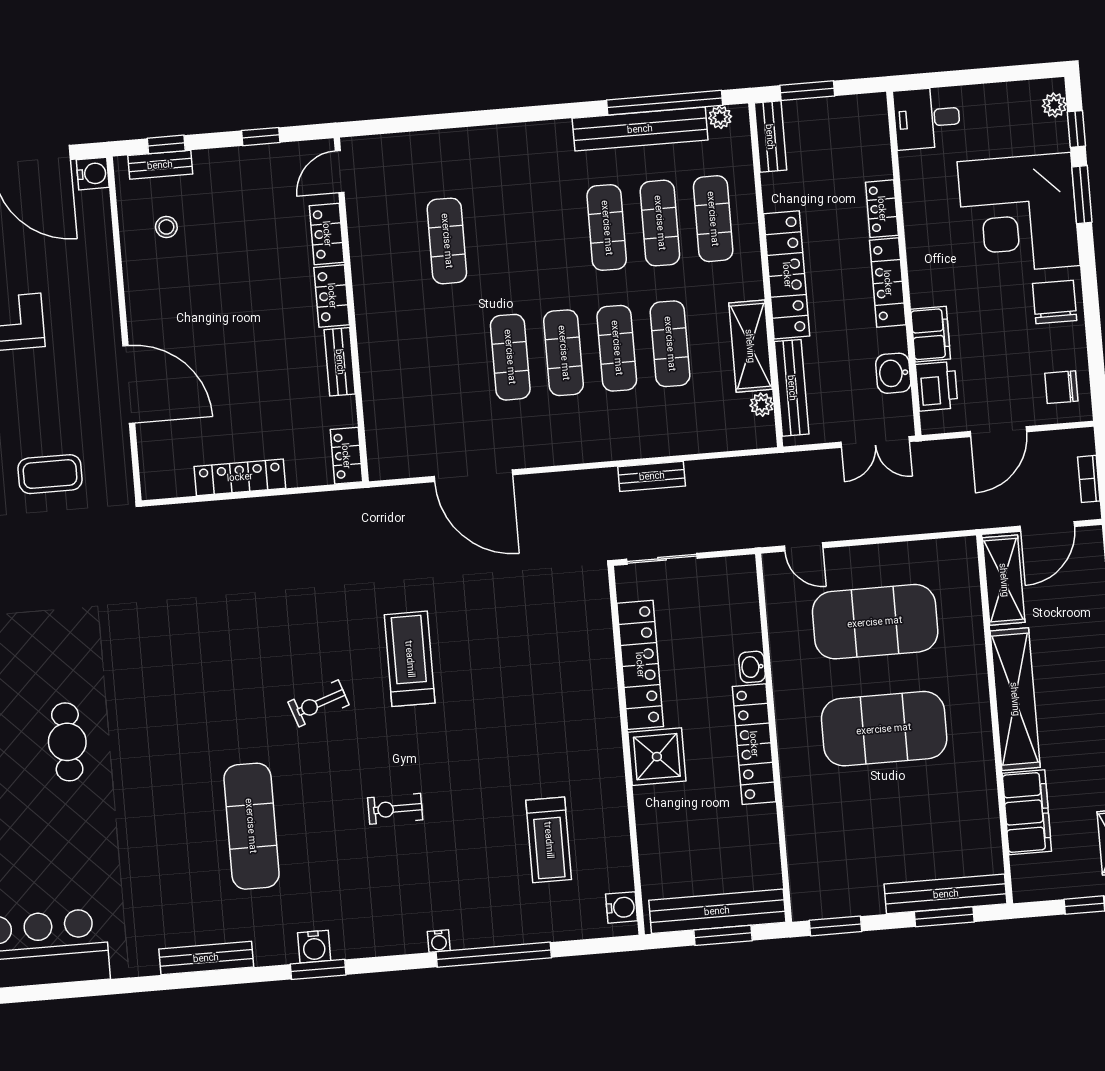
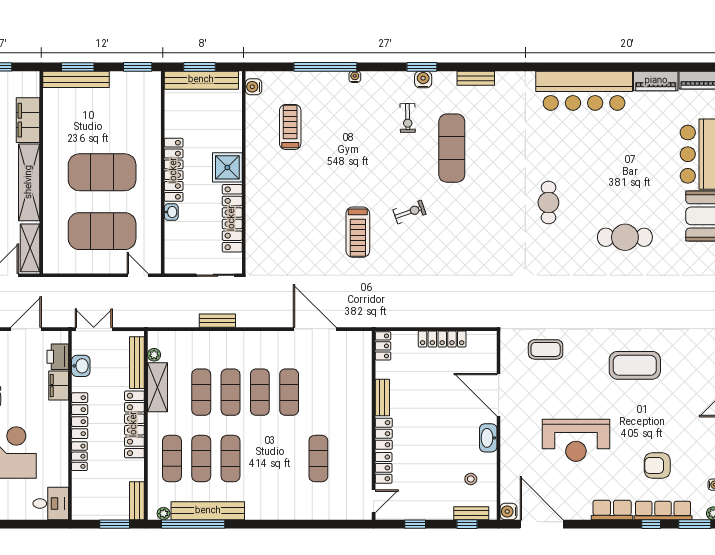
washbasin: (141, 304) -> (488, 438), added
exercise bike: (395, 809) -> (408, 118), moved, turned 89
bench: (206, 958) -> (476, 78), width x0.73

